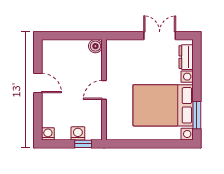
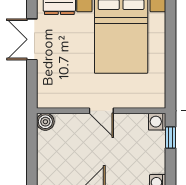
washing machine: (78, 133) -> (157, 122), moved

